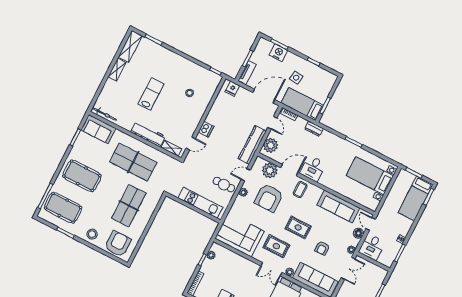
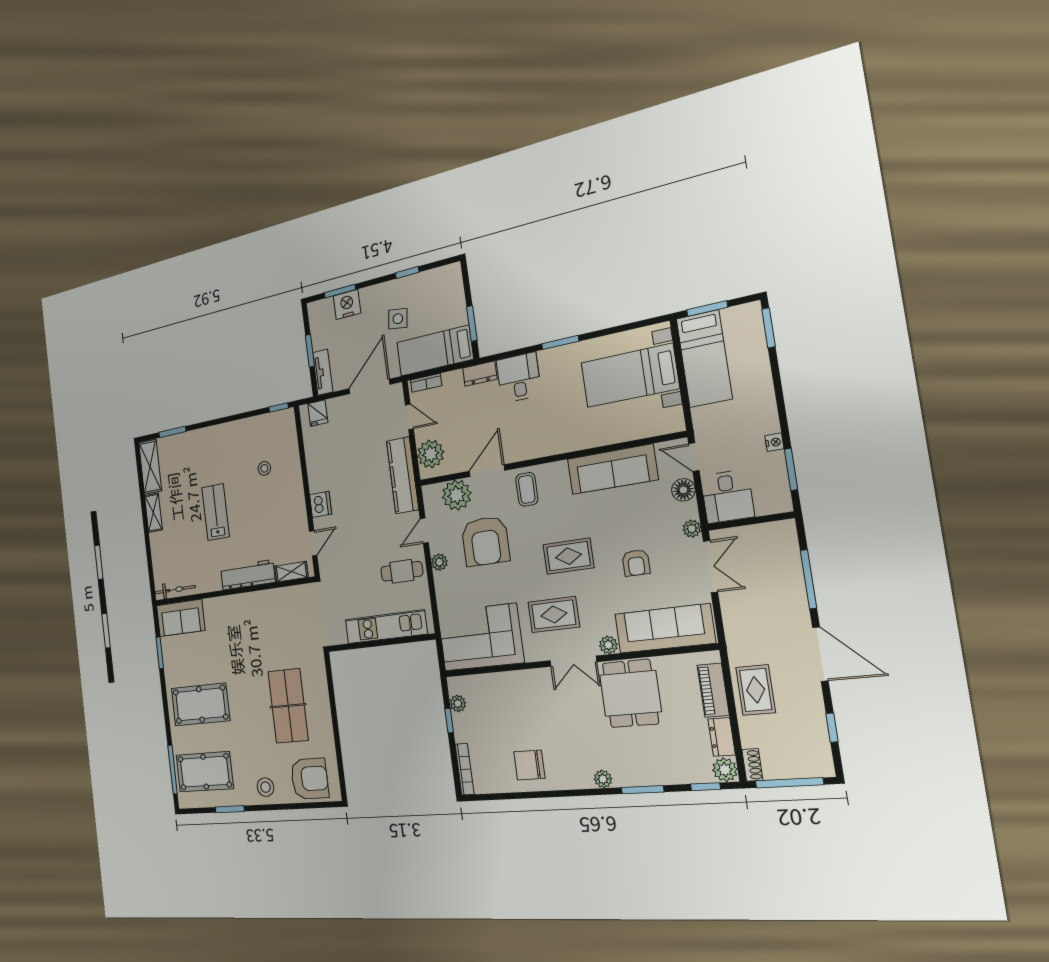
table tennis table: (133, 162) -> (254, 633), removed
desk: (313, 168) -> (519, 378), moved, turned 180
bed: (416, 199) -> (704, 359), moved
armchair: (118, 244) -> (310, 779), turned 90

